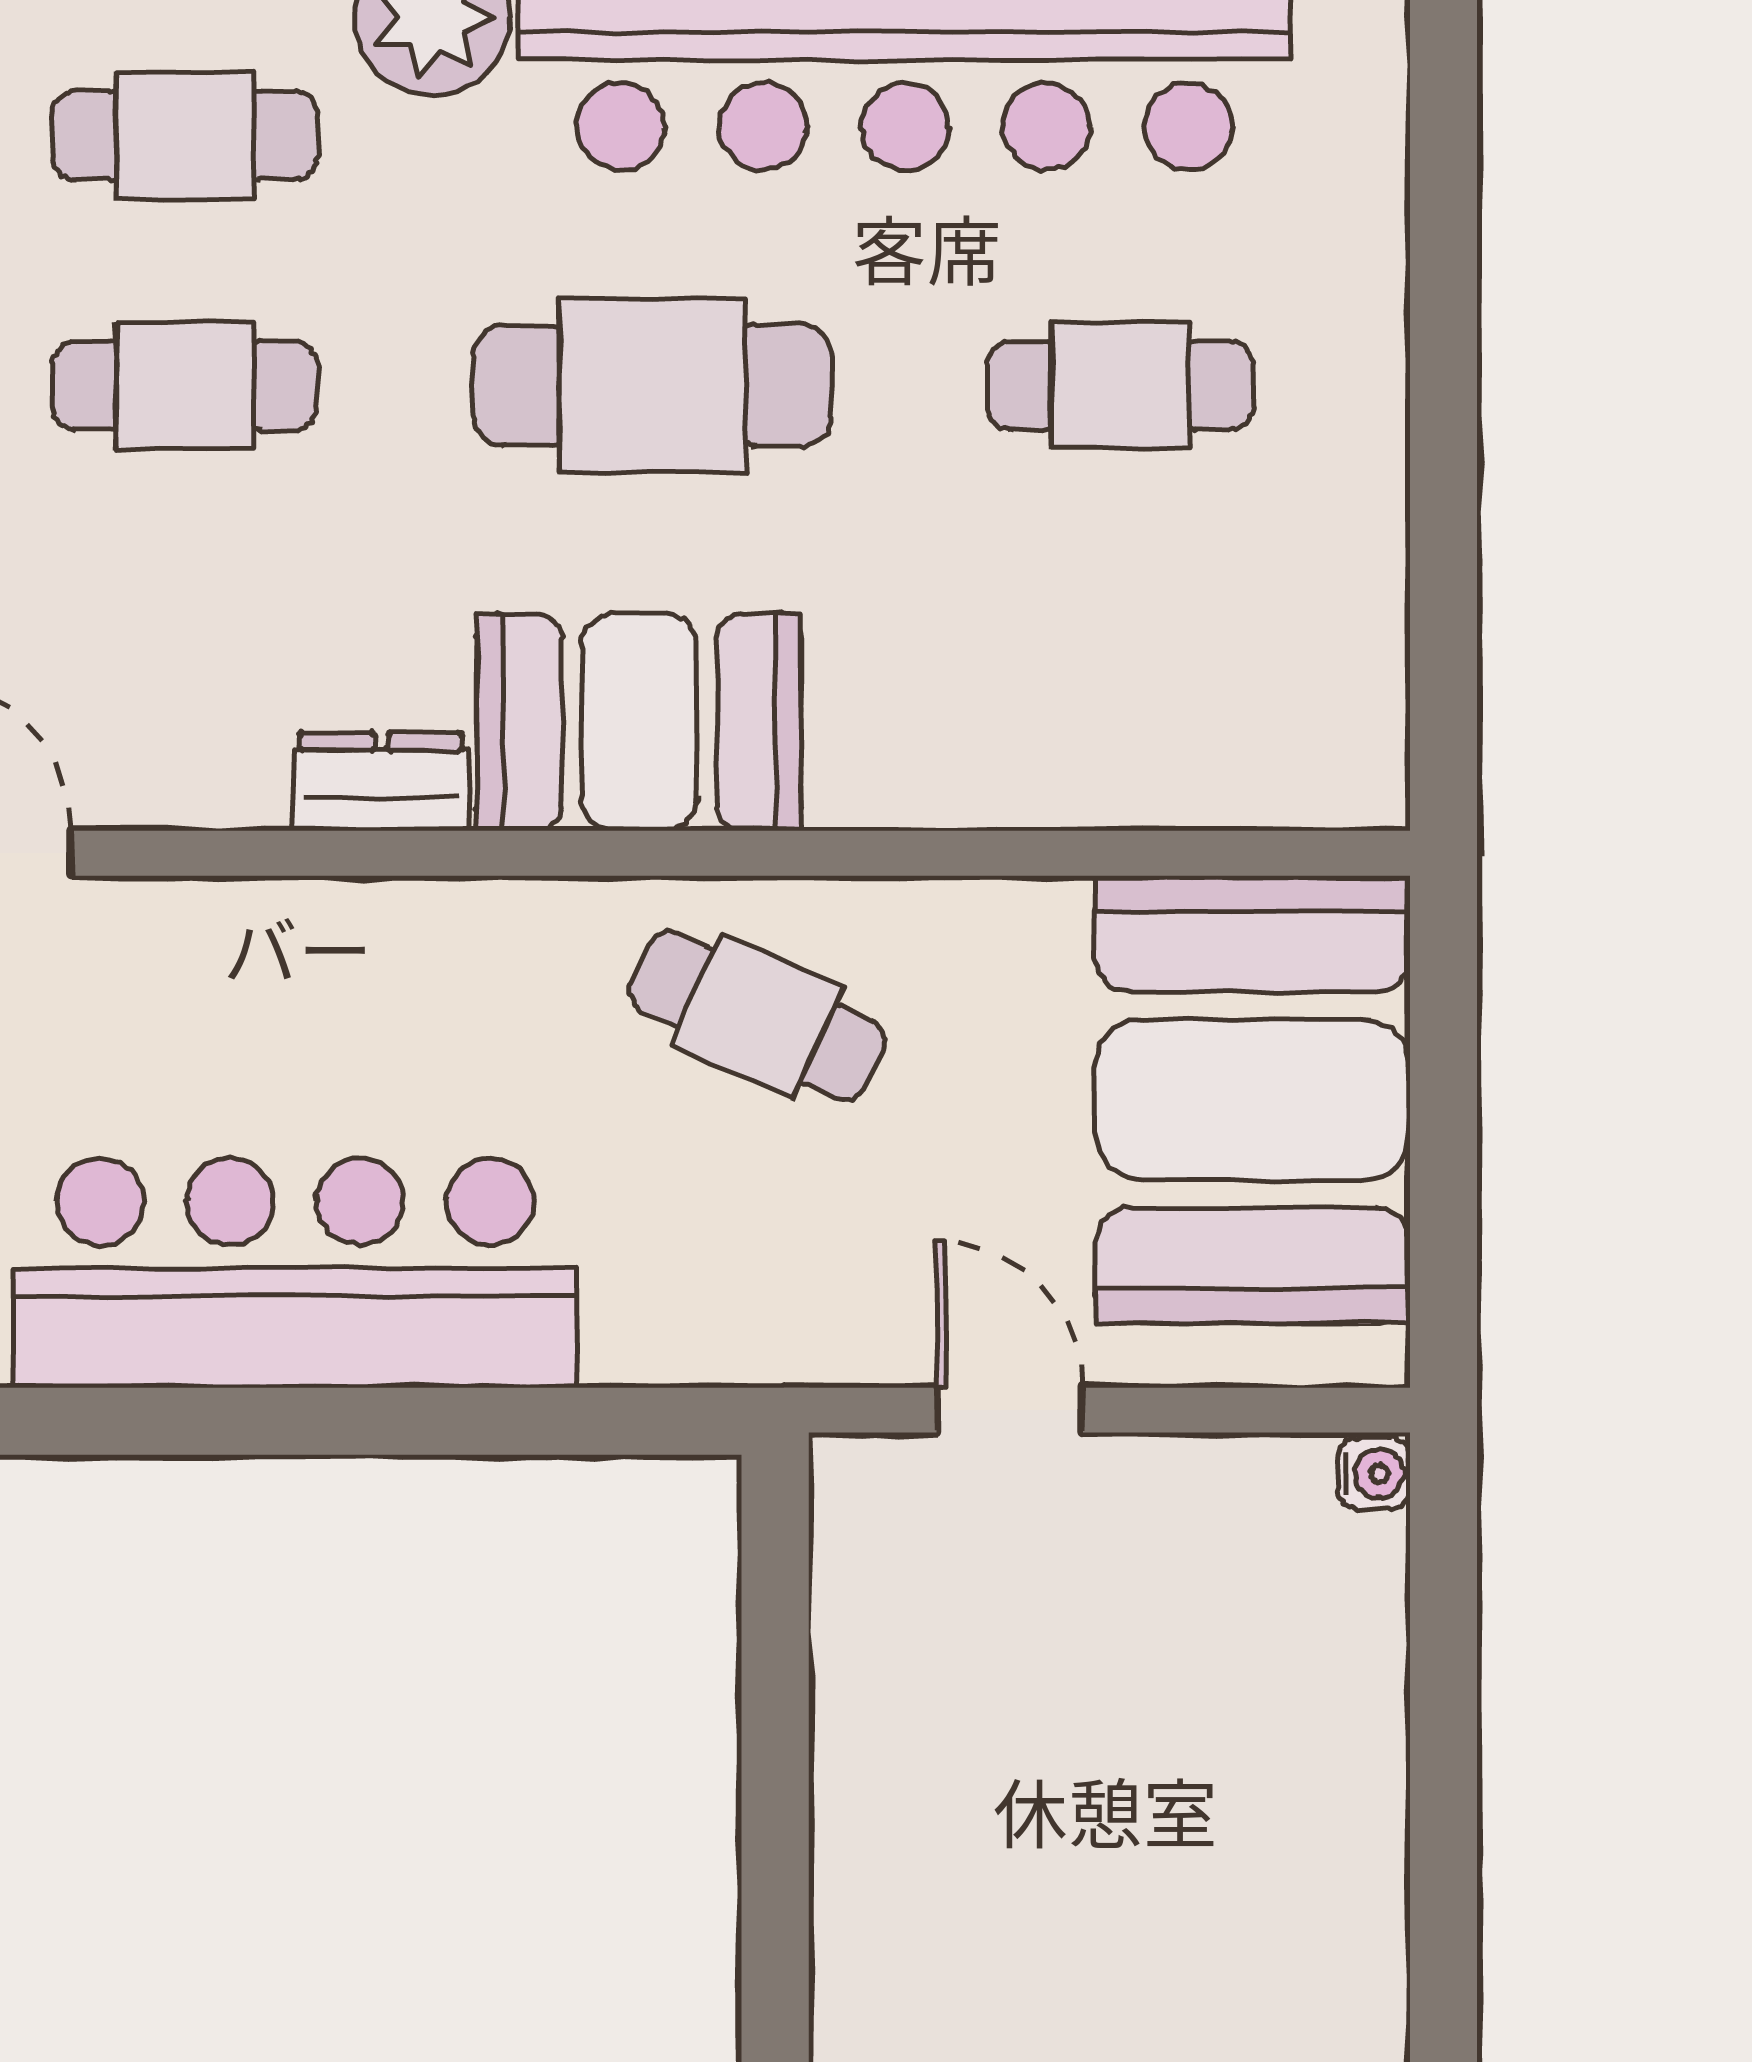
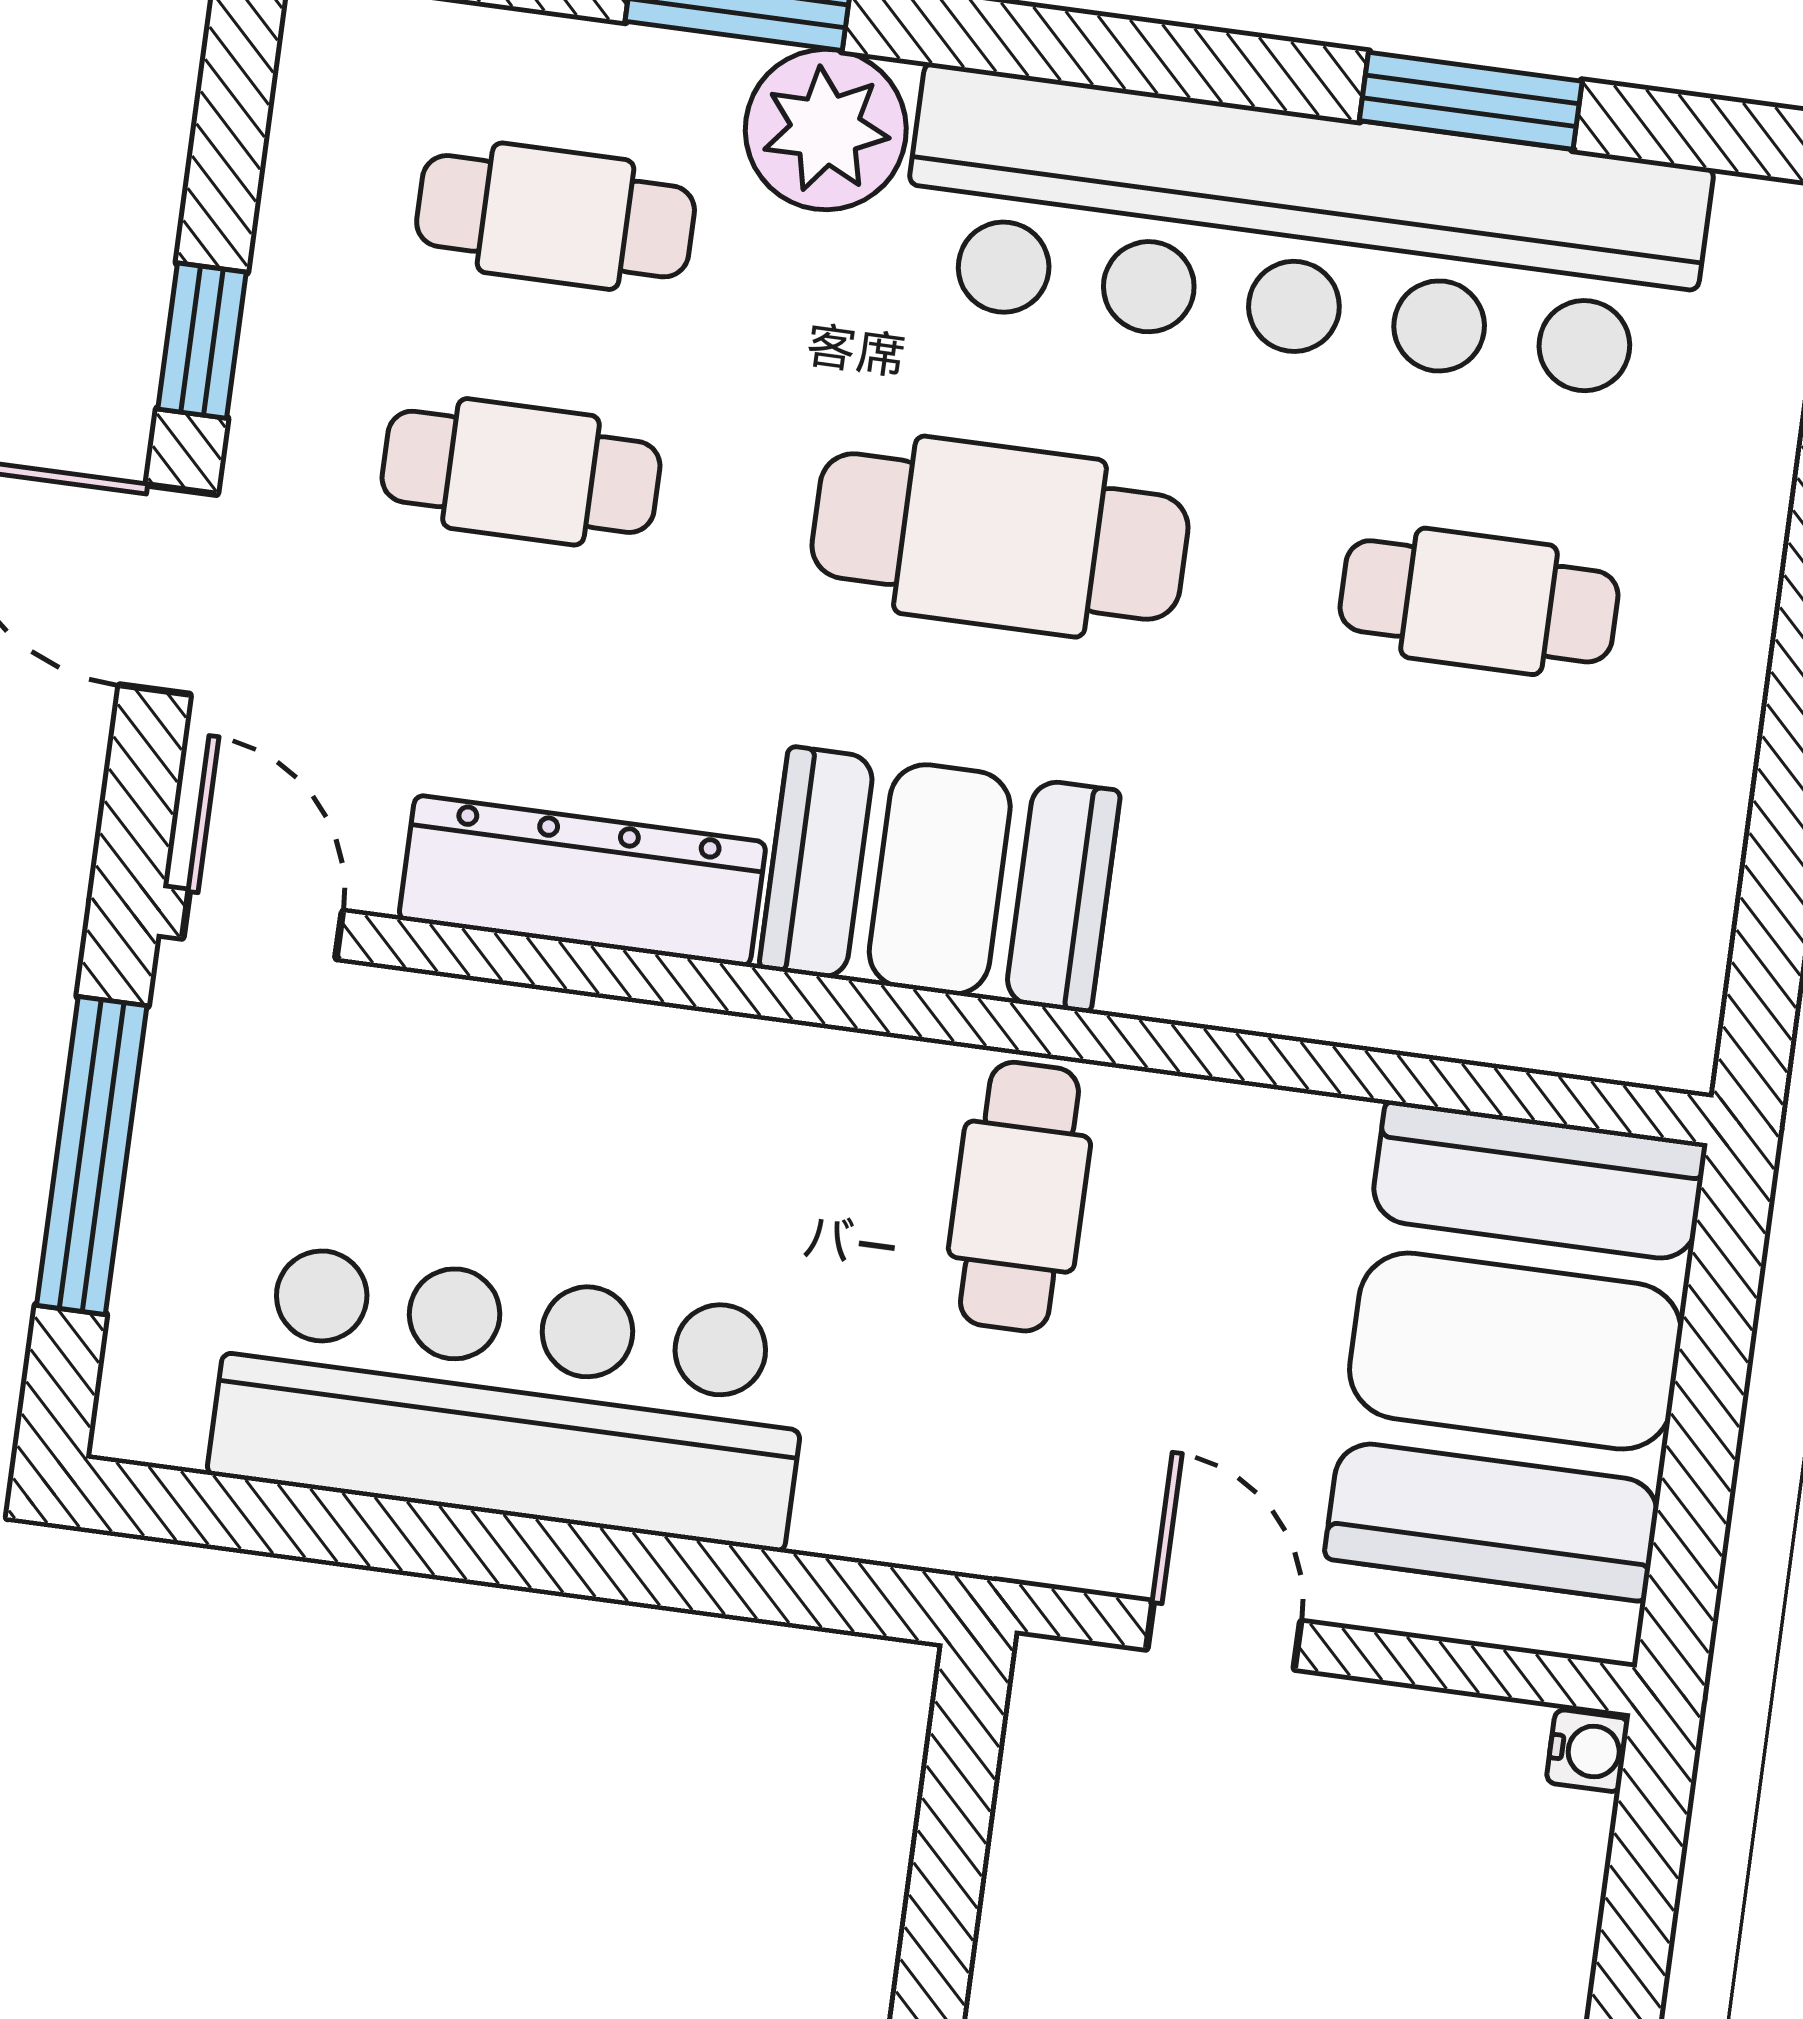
dresser: (381, 782) -> (582, 881), width x1.96, depth x1.24
cafe table: (757, 1016) -> (1019, 1197), turned 66

